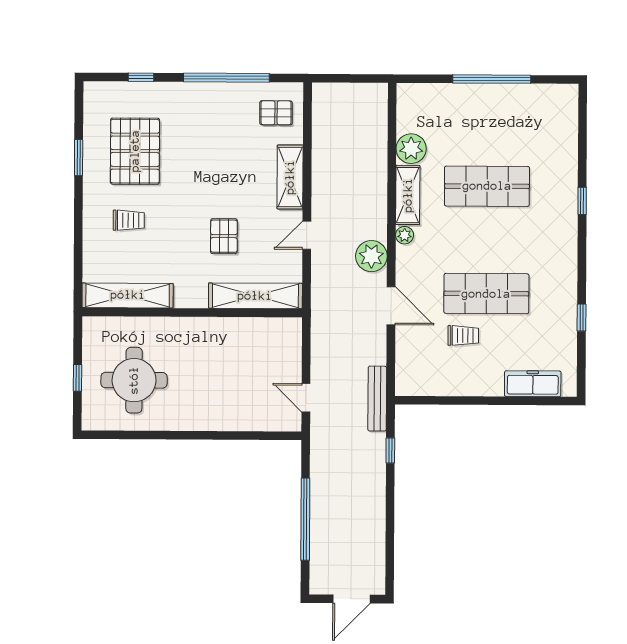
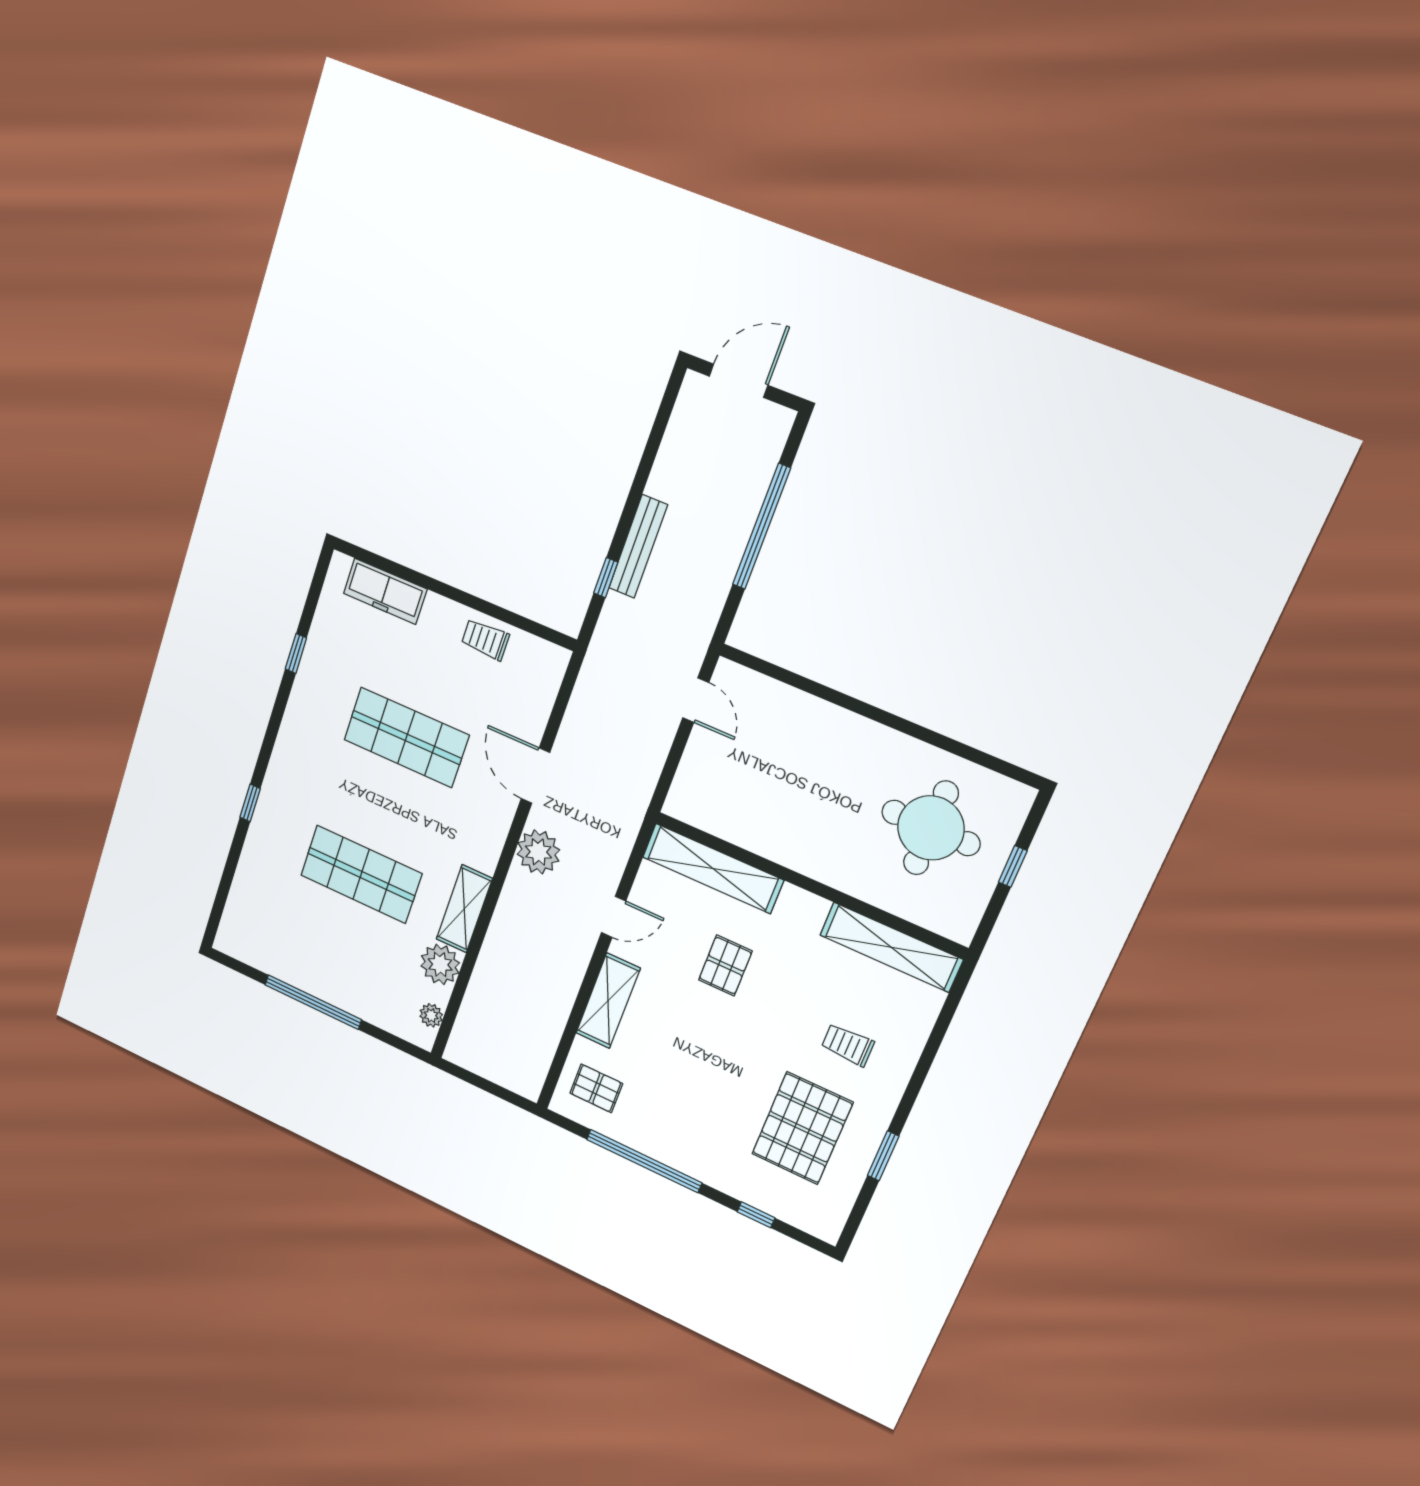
plant: (405, 235) -> (431, 1015), moved
trolley: (463, 336) -> (485, 639), moved
bench: (377, 399) -> (638, 546), moved

